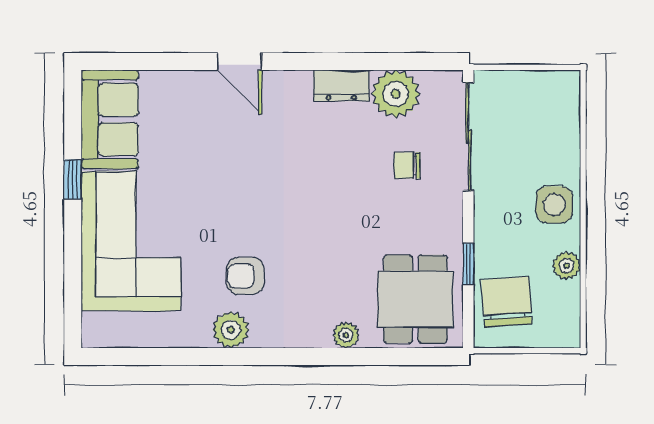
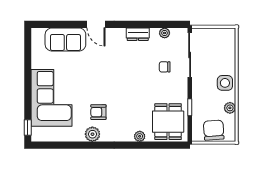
plant: (396, 94) -> (165, 33), width x0.53, depth x0.53
sofa: (110, 119) -> (65, 39), moved, turned 90
window: (73, 179) -> (28, 128), moved
chair: (507, 302) -> (214, 130), moved

